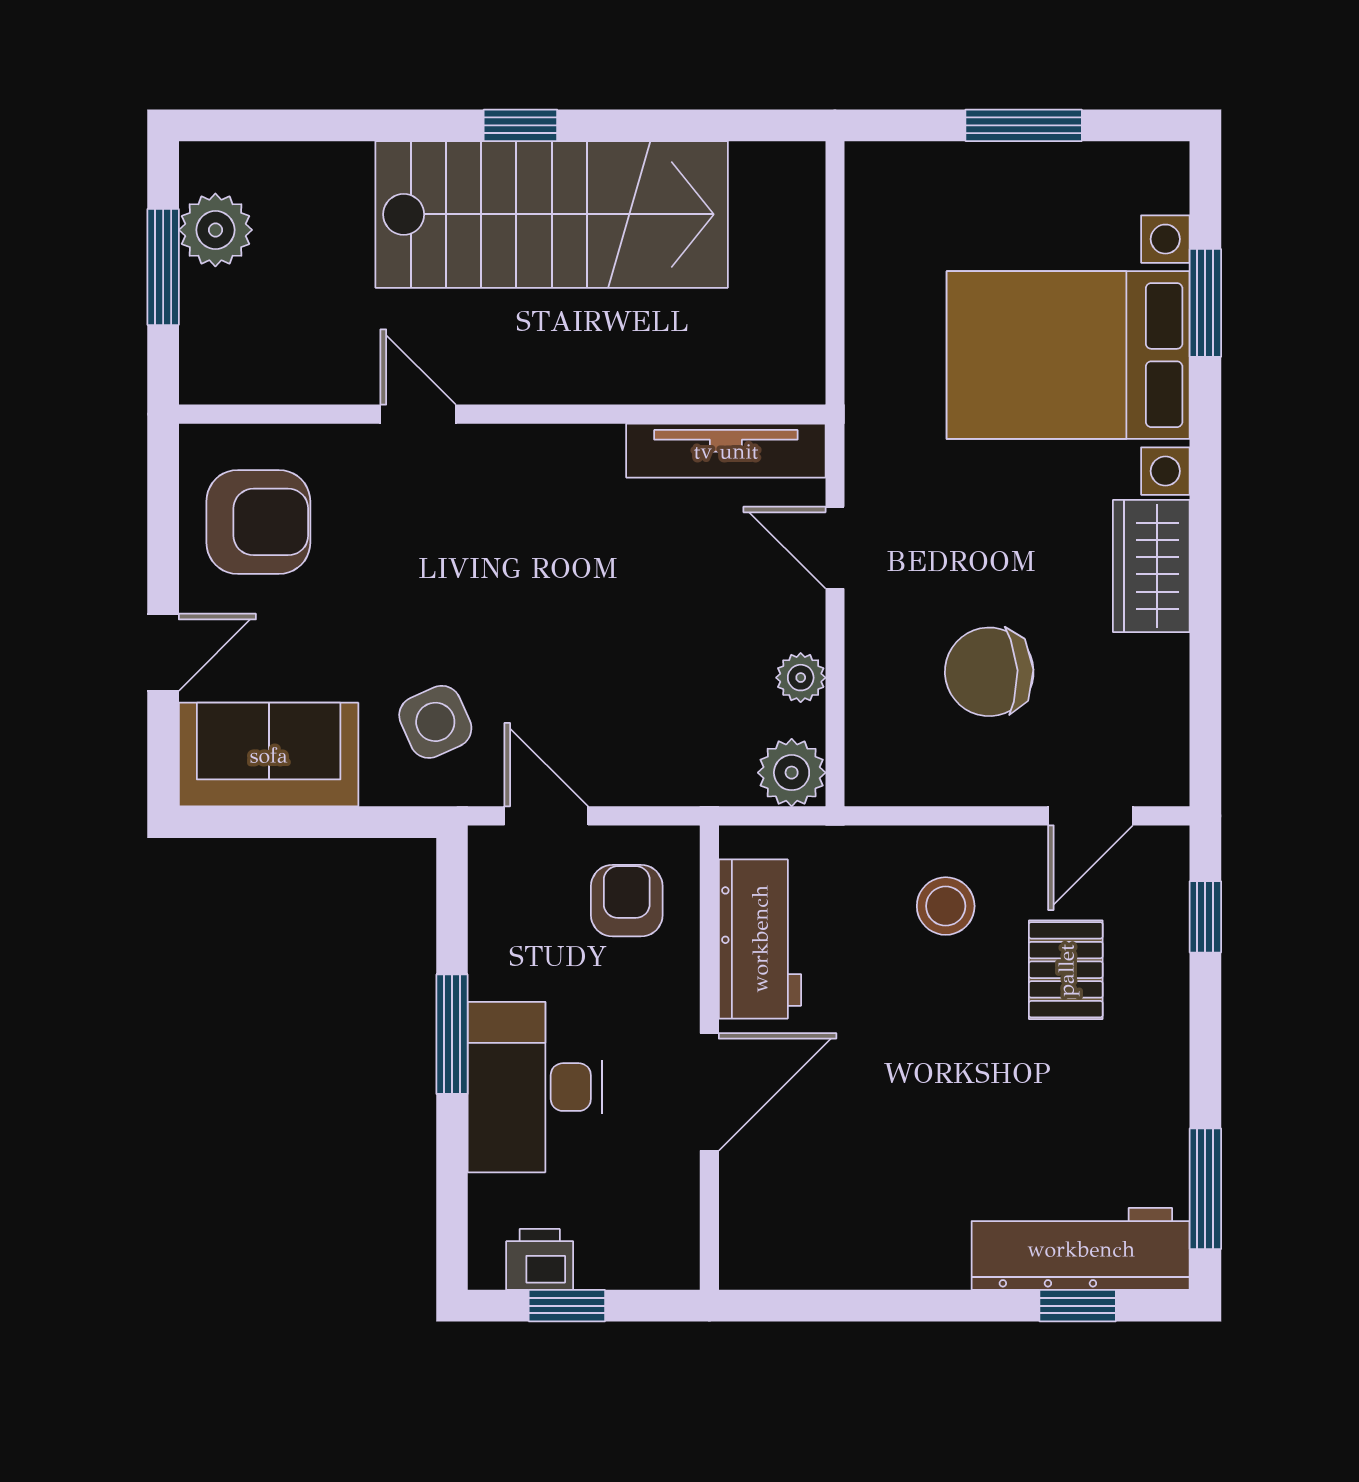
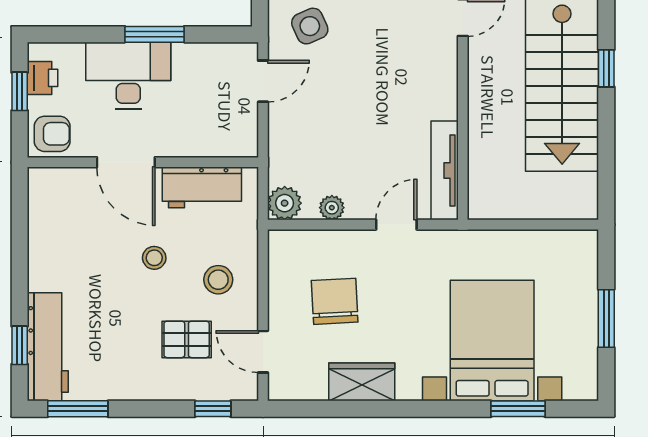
wardrobe: (1151, 566) -> (362, 382), moved
armchair: (627, 901) -> (52, 134), moved
stool: (902, 1035) -> (154, 258), added

